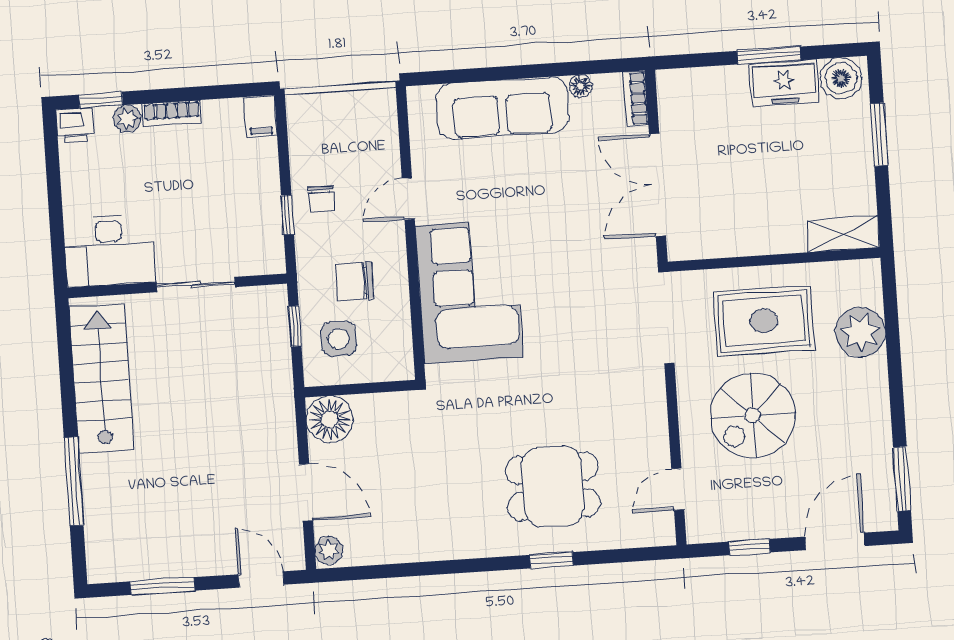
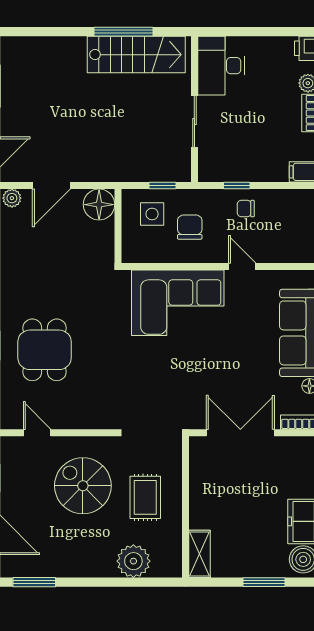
rug: (764, 321) -> (145, 497), width x0.73, depth x0.70
window: (74, 481) -> (124, 32), moved

